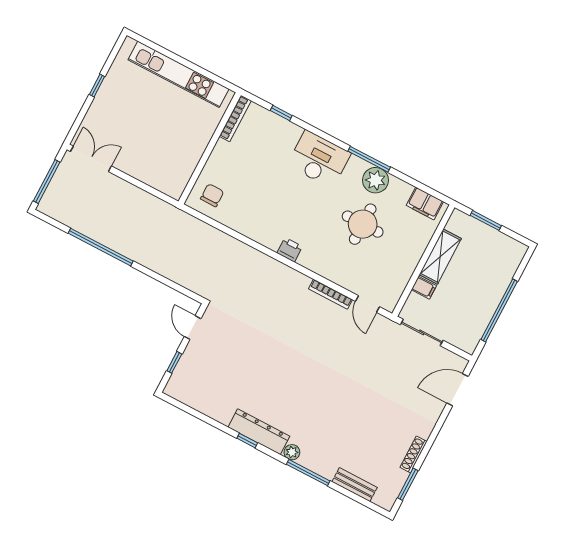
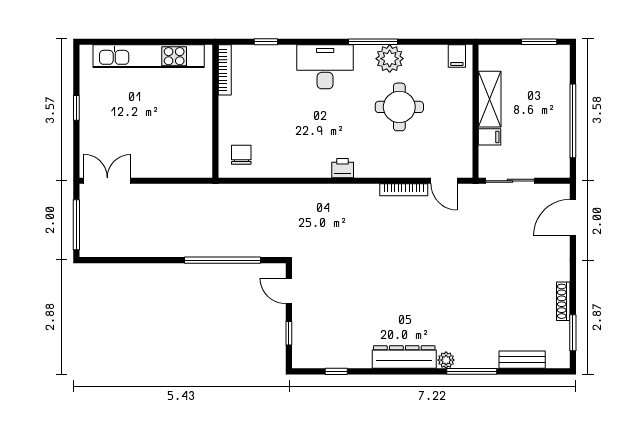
filing cabinet: (425, 203) -> (457, 56), width x0.50
window: (486, 220) -> (539, 42), moved
window: (101, 247) -> (223, 260), moved
window: (247, 441) -> (336, 371), moved

